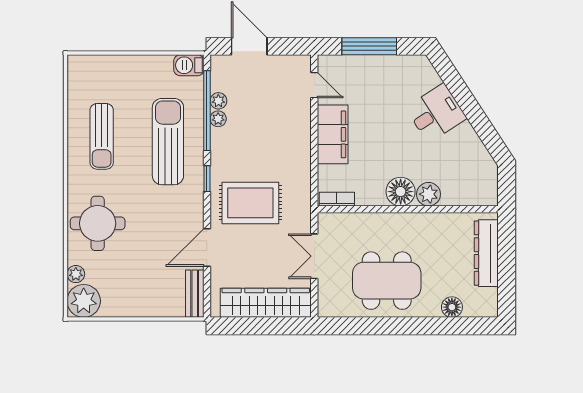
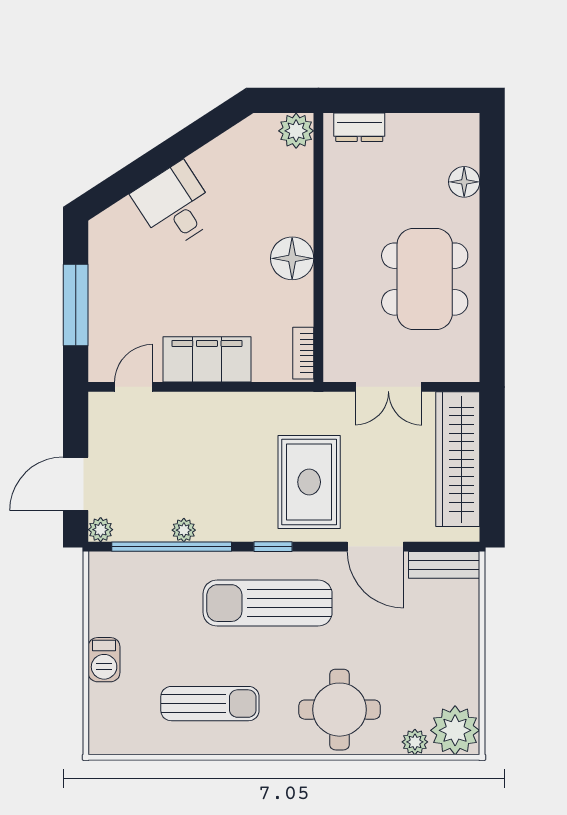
barbecue: (189, 65) -> (104, 660), moved
plant: (218, 101) -> (101, 530), moved
sun lounger: (168, 142) -> (268, 603), moved
plant: (429, 194) -> (296, 131), moved
dresser: (486, 253) -> (359, 127), width x0.51, depth x0.80

